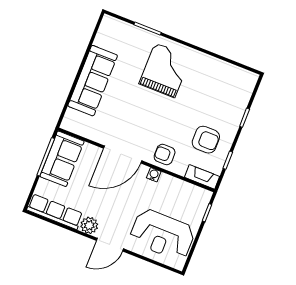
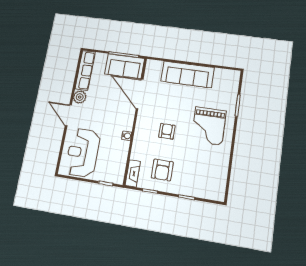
grand piano: (165, 70) -> (209, 126), turned 90
door: (123, 155) -> (140, 94), moved
armchair: (165, 155) -> (167, 131), moved

